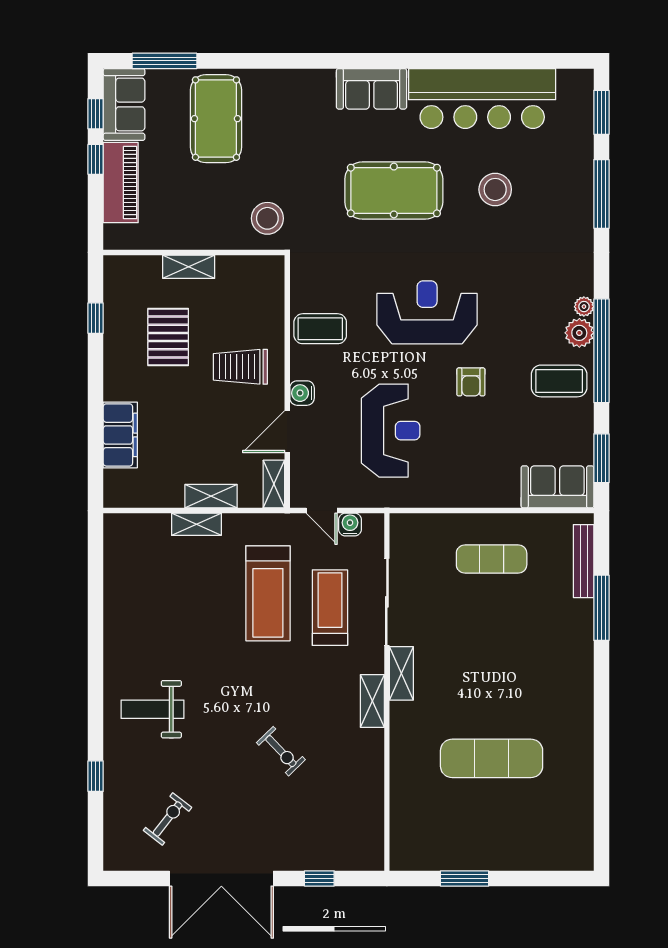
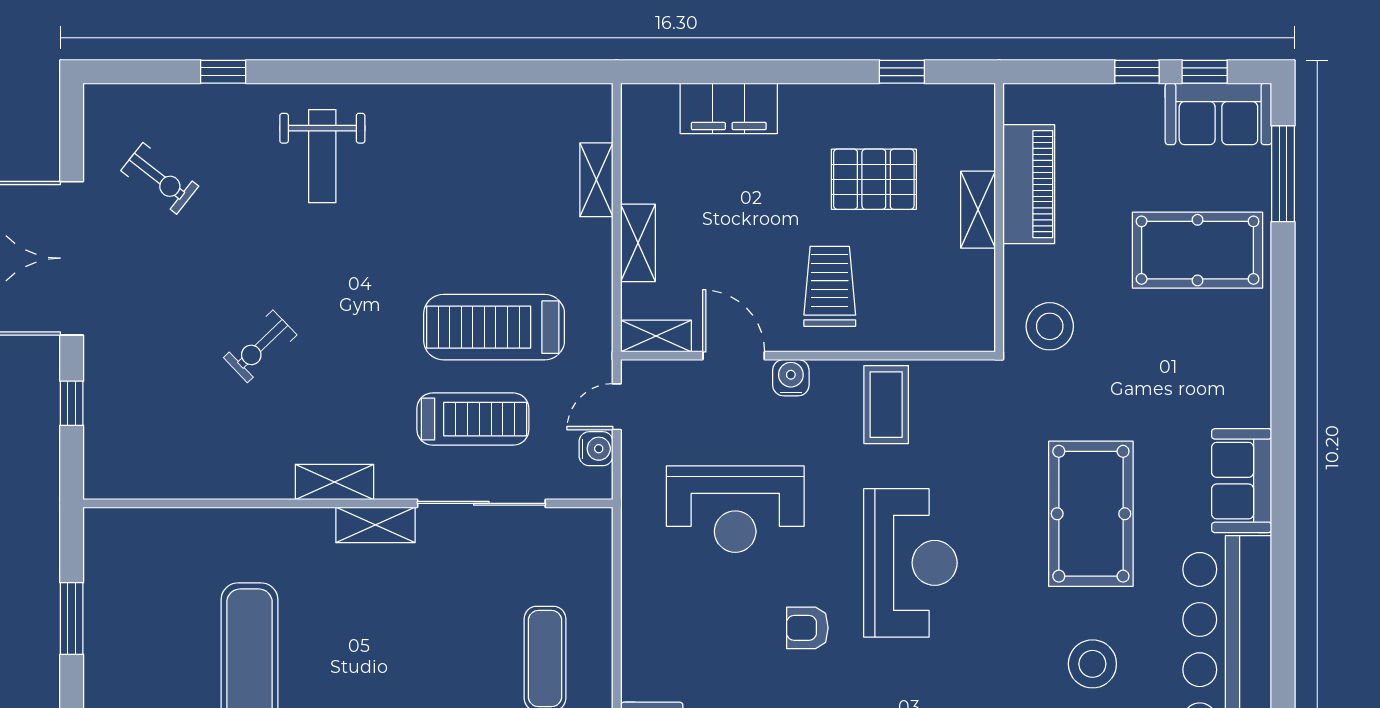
piano: (121, 183) -> (1029, 184), moved, turned -90
shelving: (196, 524) -> (596, 180), moved
weight bench: (152, 709) -> (322, 156), turned 180

